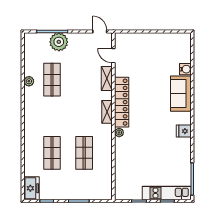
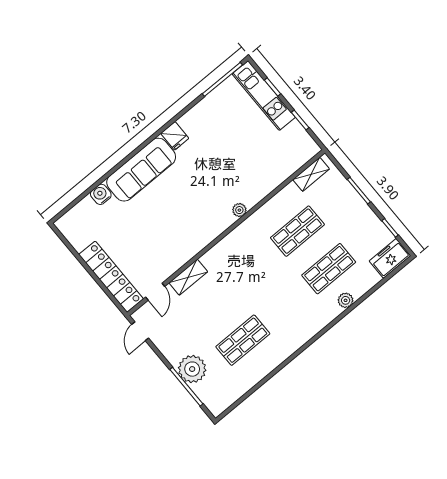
plant: (29, 81) -> (346, 300), moved
sofa: (181, 94) -> (141, 170), width x1.36
locker: (122, 102) -> (111, 277), moved, turned 90
shelving: (107, 112) -> (311, 174), moved

